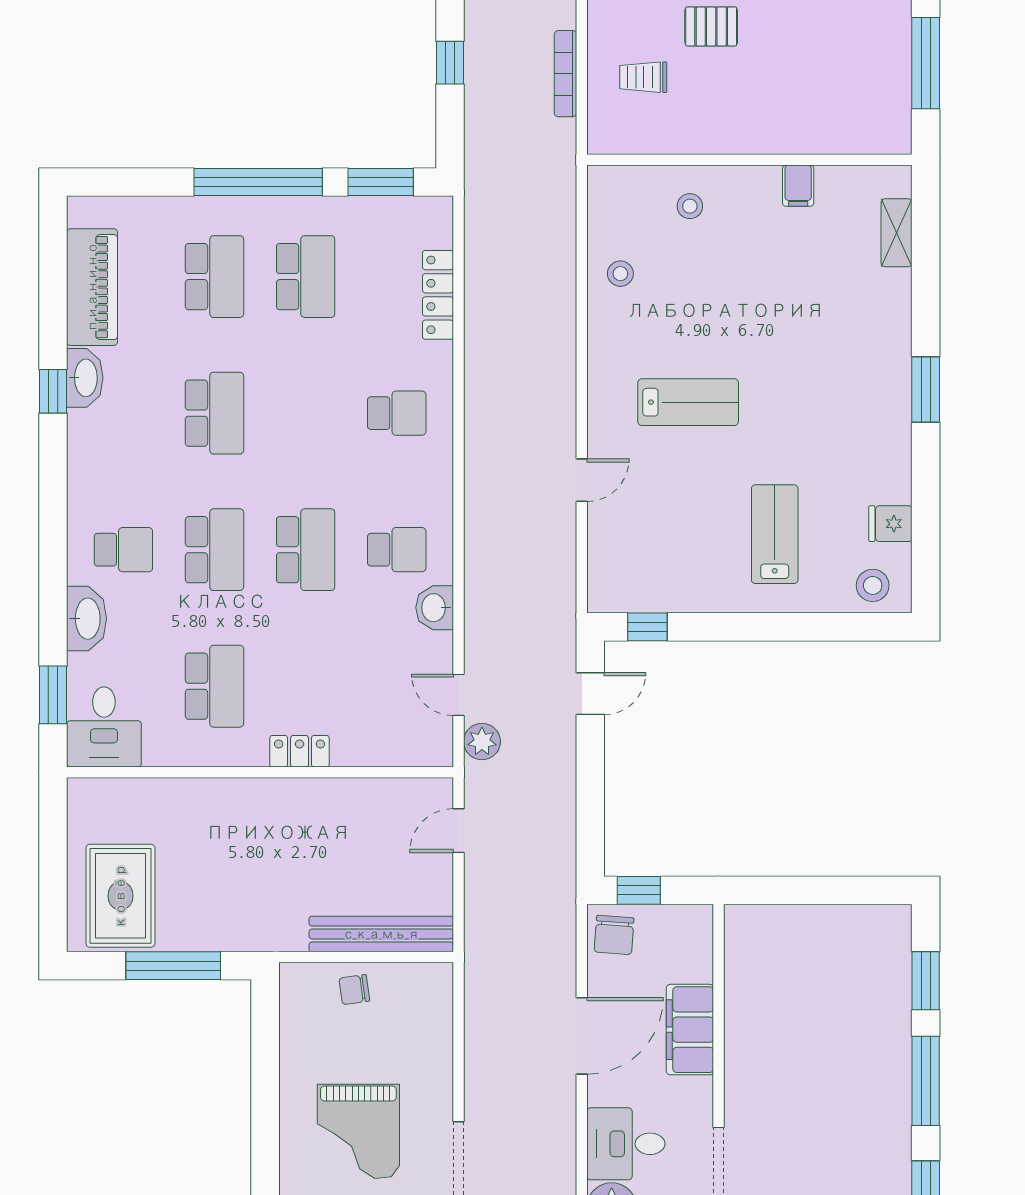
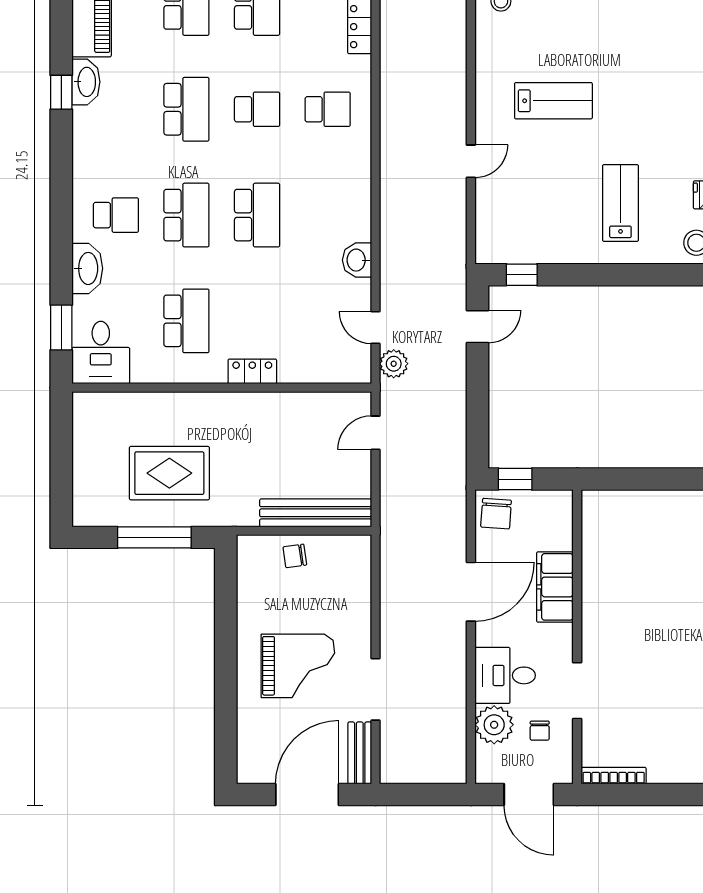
school desk: (397, 550) -> (257, 109), moved
rug: (120, 896) -> (169, 473), moved, turned 90
grand piano: (358, 1131) -> (298, 666), turned -90

